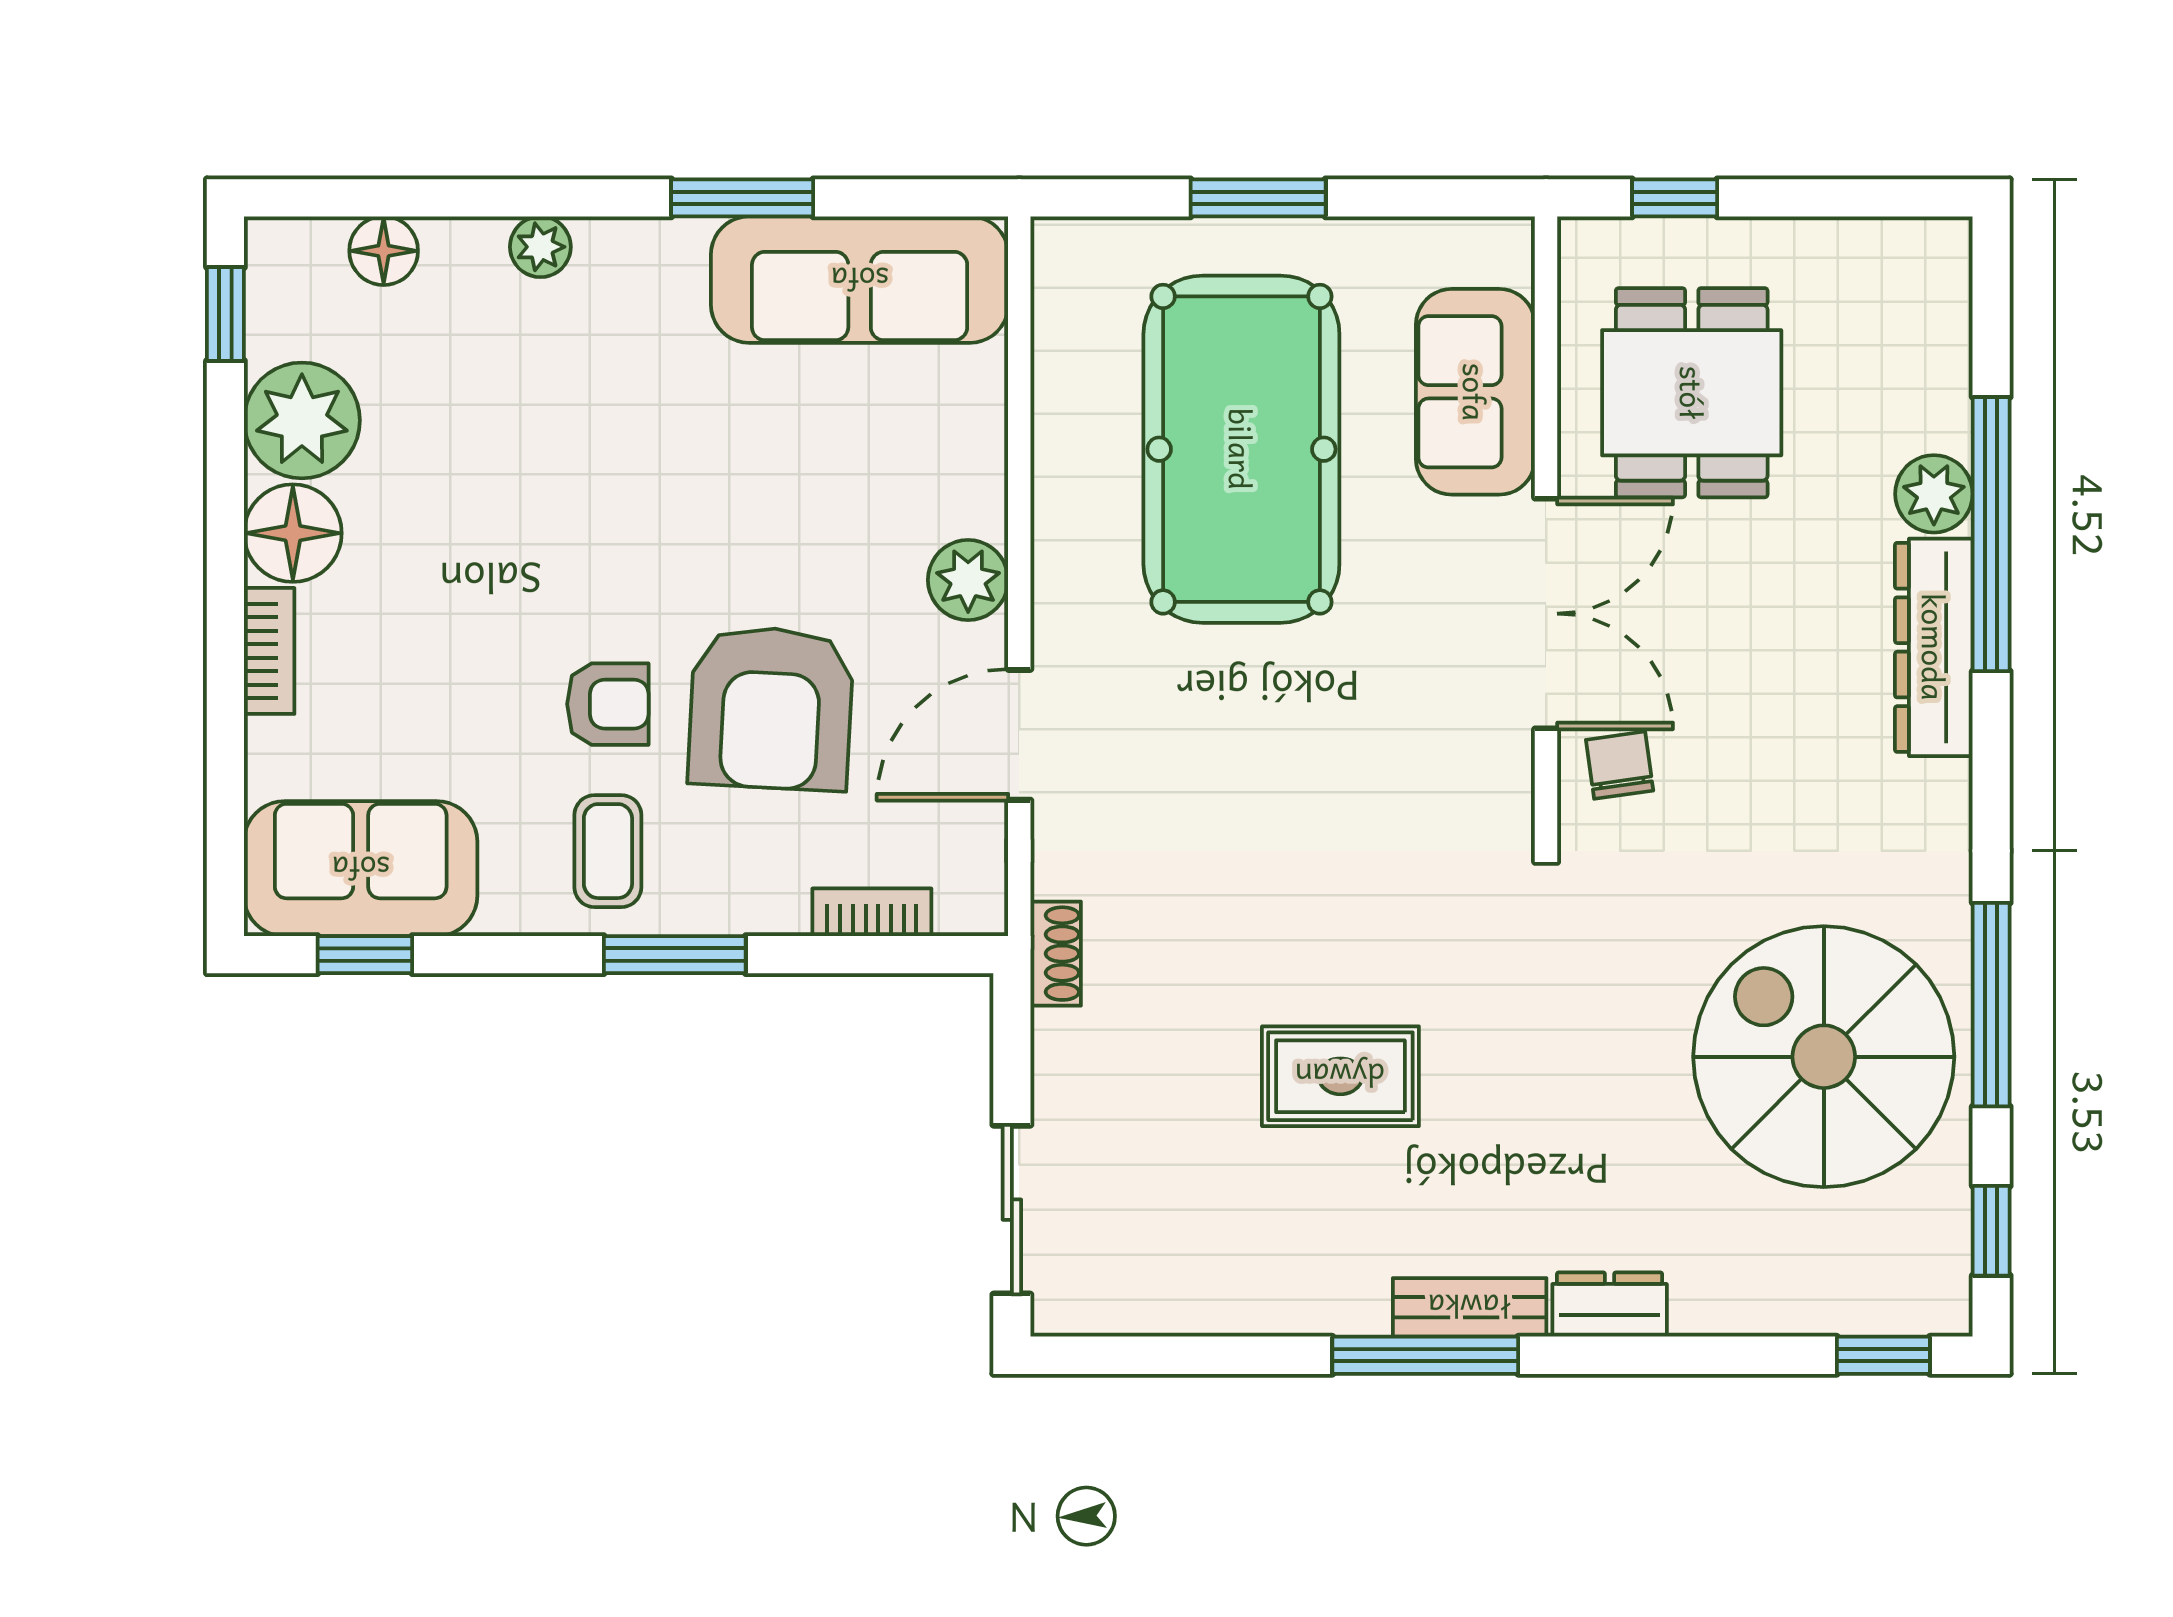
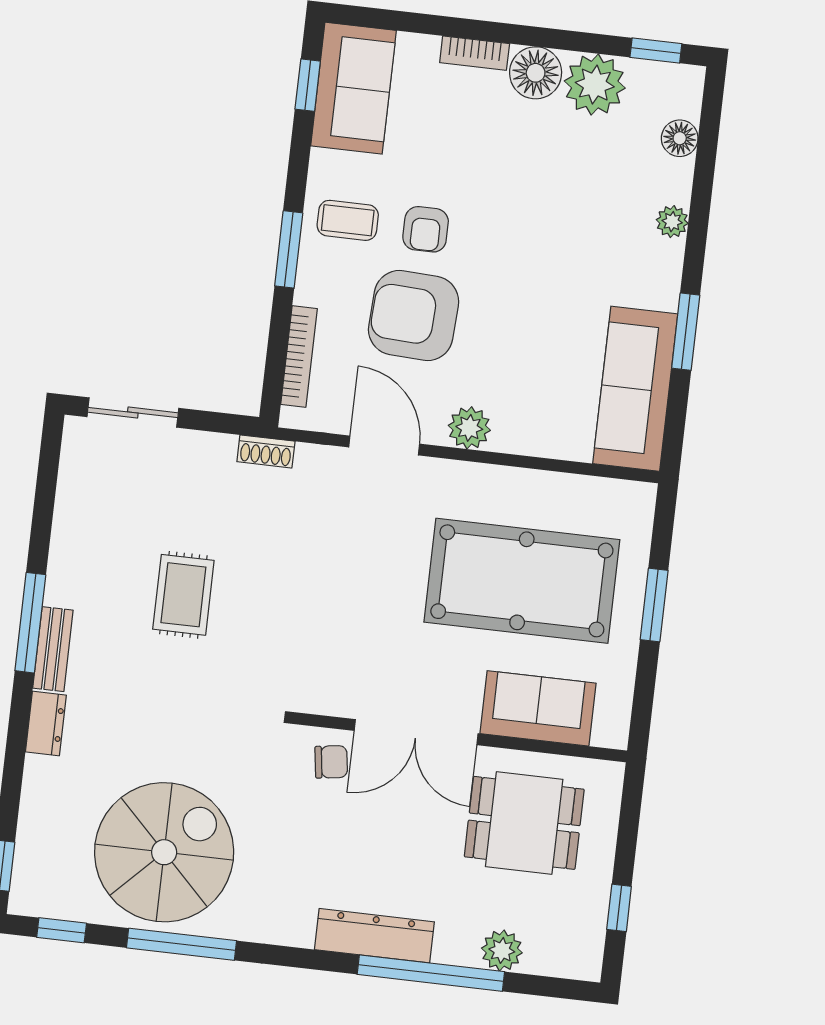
window: (1675, 198) -> (619, 908), moved
plant: (1934, 494) -> (502, 950), moved
bookcase: (872, 912) -> (299, 357), width x1.56

